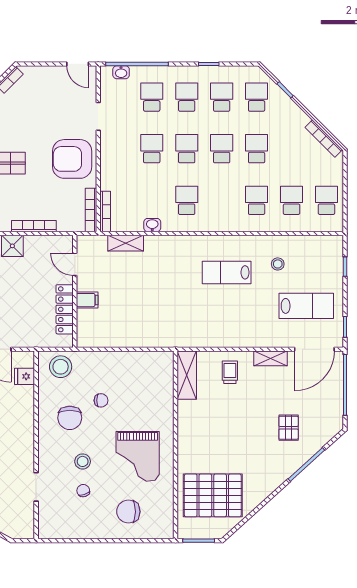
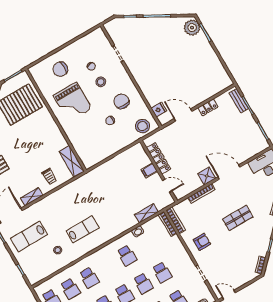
armchair: (72, 159) -> (202, 242), width x0.53, depth x0.53
grand piano: (138, 456) -> (73, 102), turned 180
chair: (128, 512) -> (60, 69), turned 180

